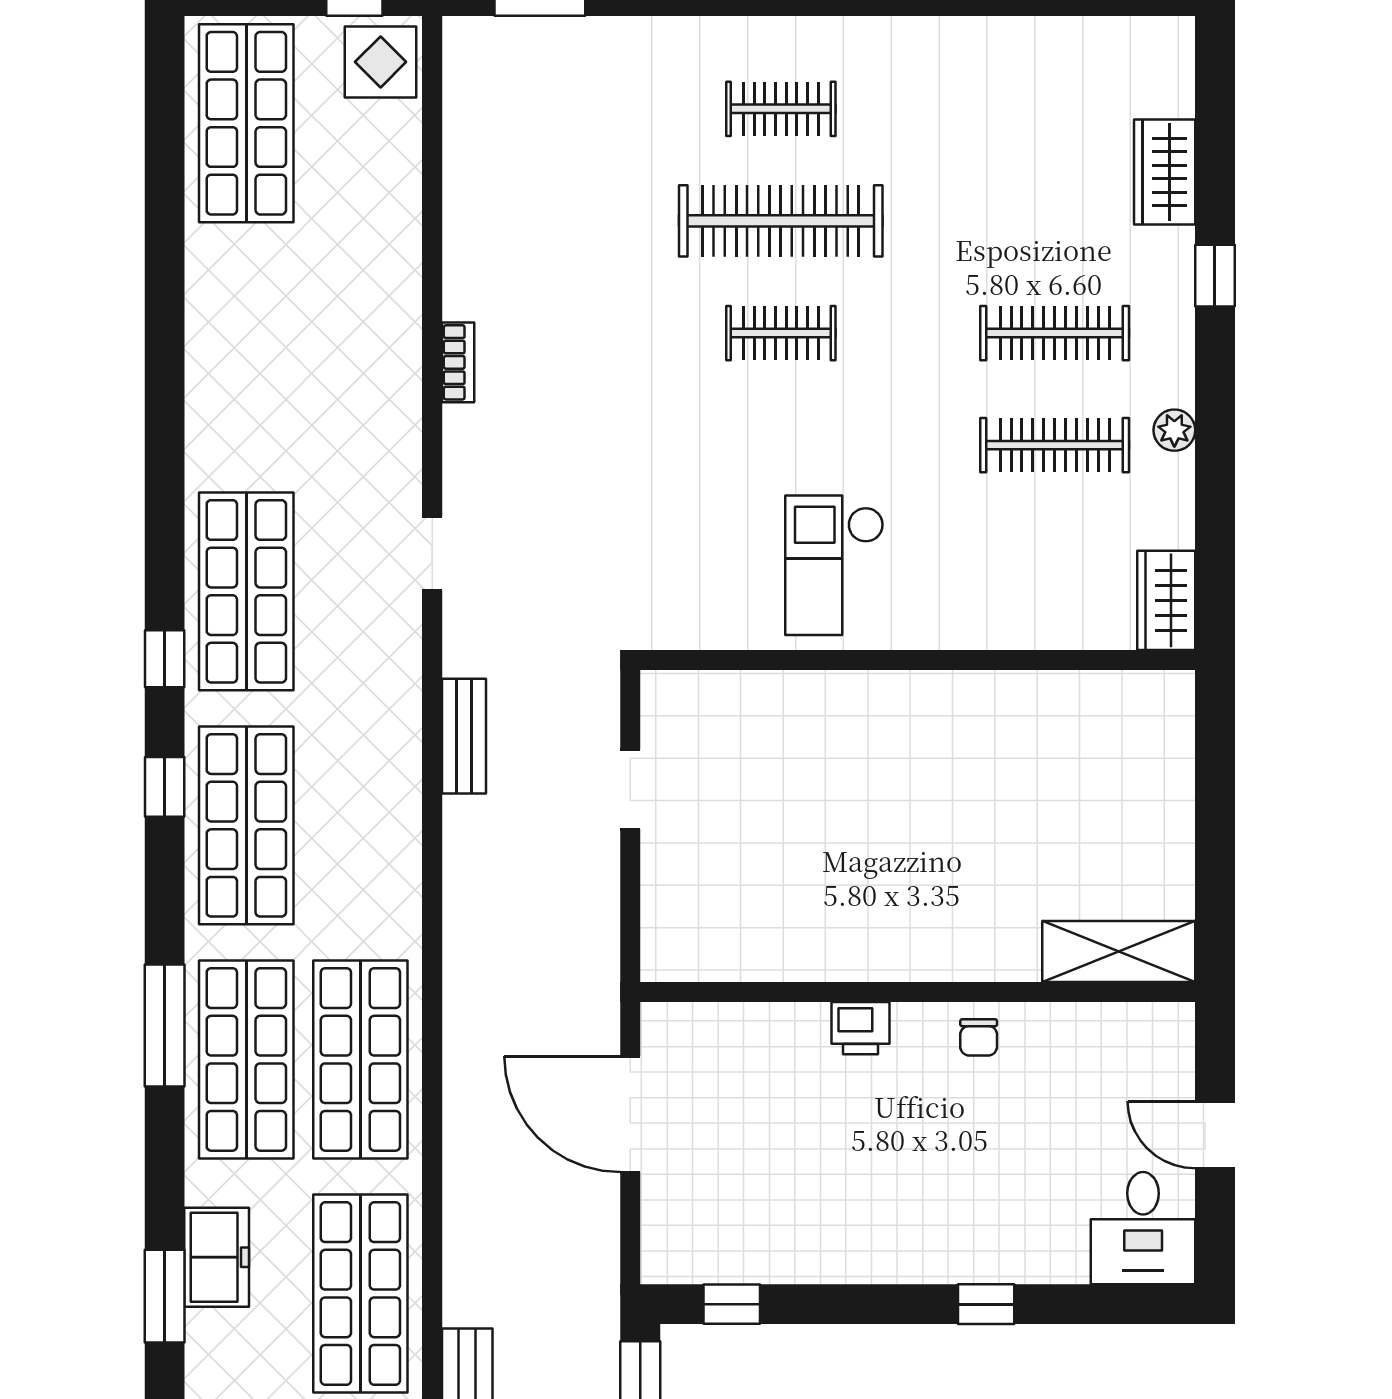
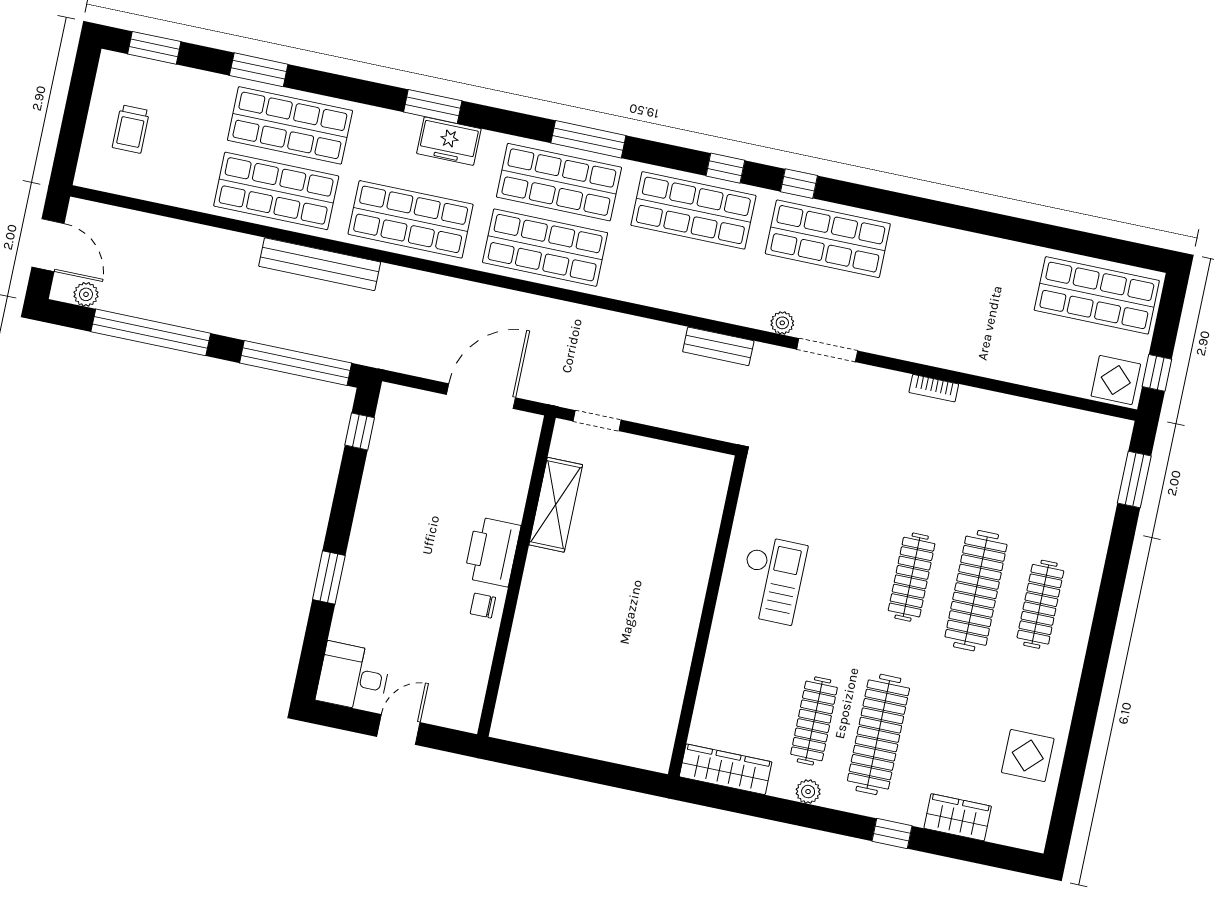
display table: (1037, 77) -> (1028, 755), added
clothes rail: (781, 109) -> (1040, 604), width x1.36
clothes rail: (781, 333) -> (912, 577), width x1.36
clothes rail: (1055, 333) -> (878, 734), width x1.37, depth x1.31
doorway: (432, 553) -> (827, 350), width x1.38
checkout: (834, 565) -> (772, 580), turned 90
wardrobe: (1166, 600) -> (726, 769), width x1.50
plant: (403, 638) -> (782, 323), added
doorway: (630, 789) -> (597, 421), moved
shelving: (1119, 951) -> (556, 505), moved
printer: (860, 1028) -> (492, 552), width x1.87, depth x1.48
window: (986, 1304) -> (329, 578), width x1.50

